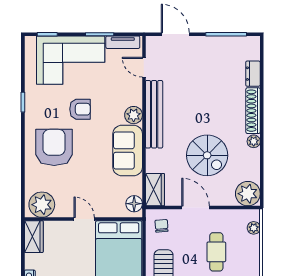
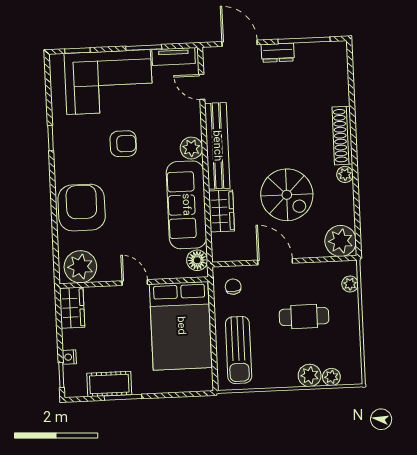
dresser: (253, 74) -> (278, 53), moved, turned -90
armchair: (54, 147) -> (82, 208), moved
sofa: (128, 151) -> (186, 205), width x1.36
wardrobe: (155, 190) -> (221, 211), moved
cafe table: (216, 252) -> (304, 317), turned 90

